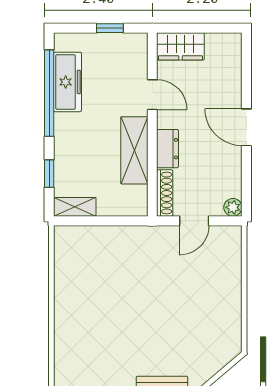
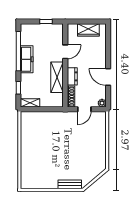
wardrobe: (180, 46) -> (88, 30), moved
freezer: (67, 82) -> (27, 59), moved
door: (152, 95) -> (65, 52), hinge flipped
door: (246, 127) -> (108, 77), moved

